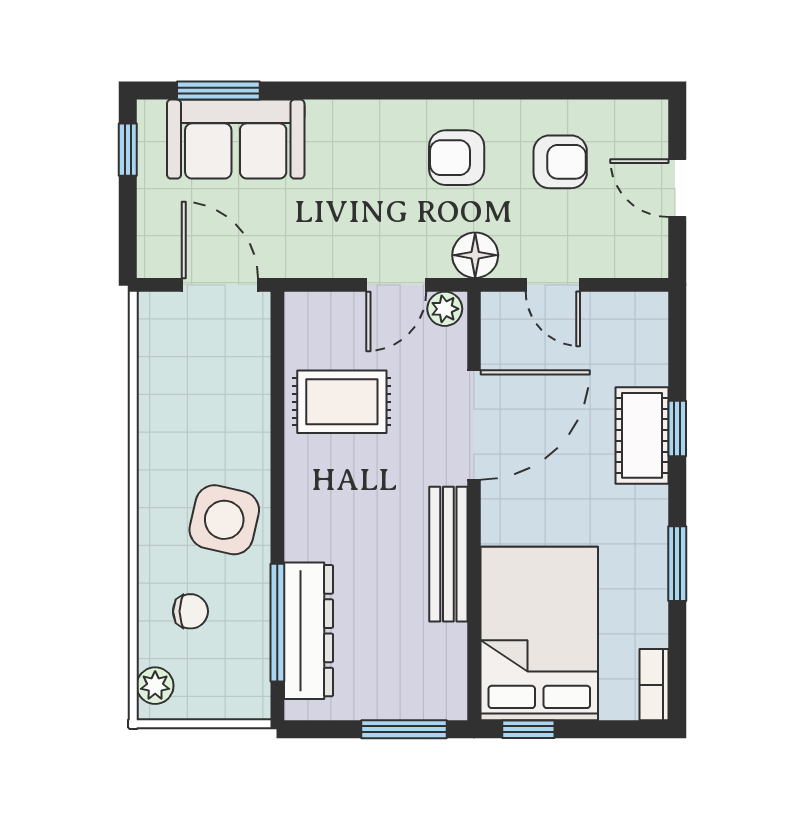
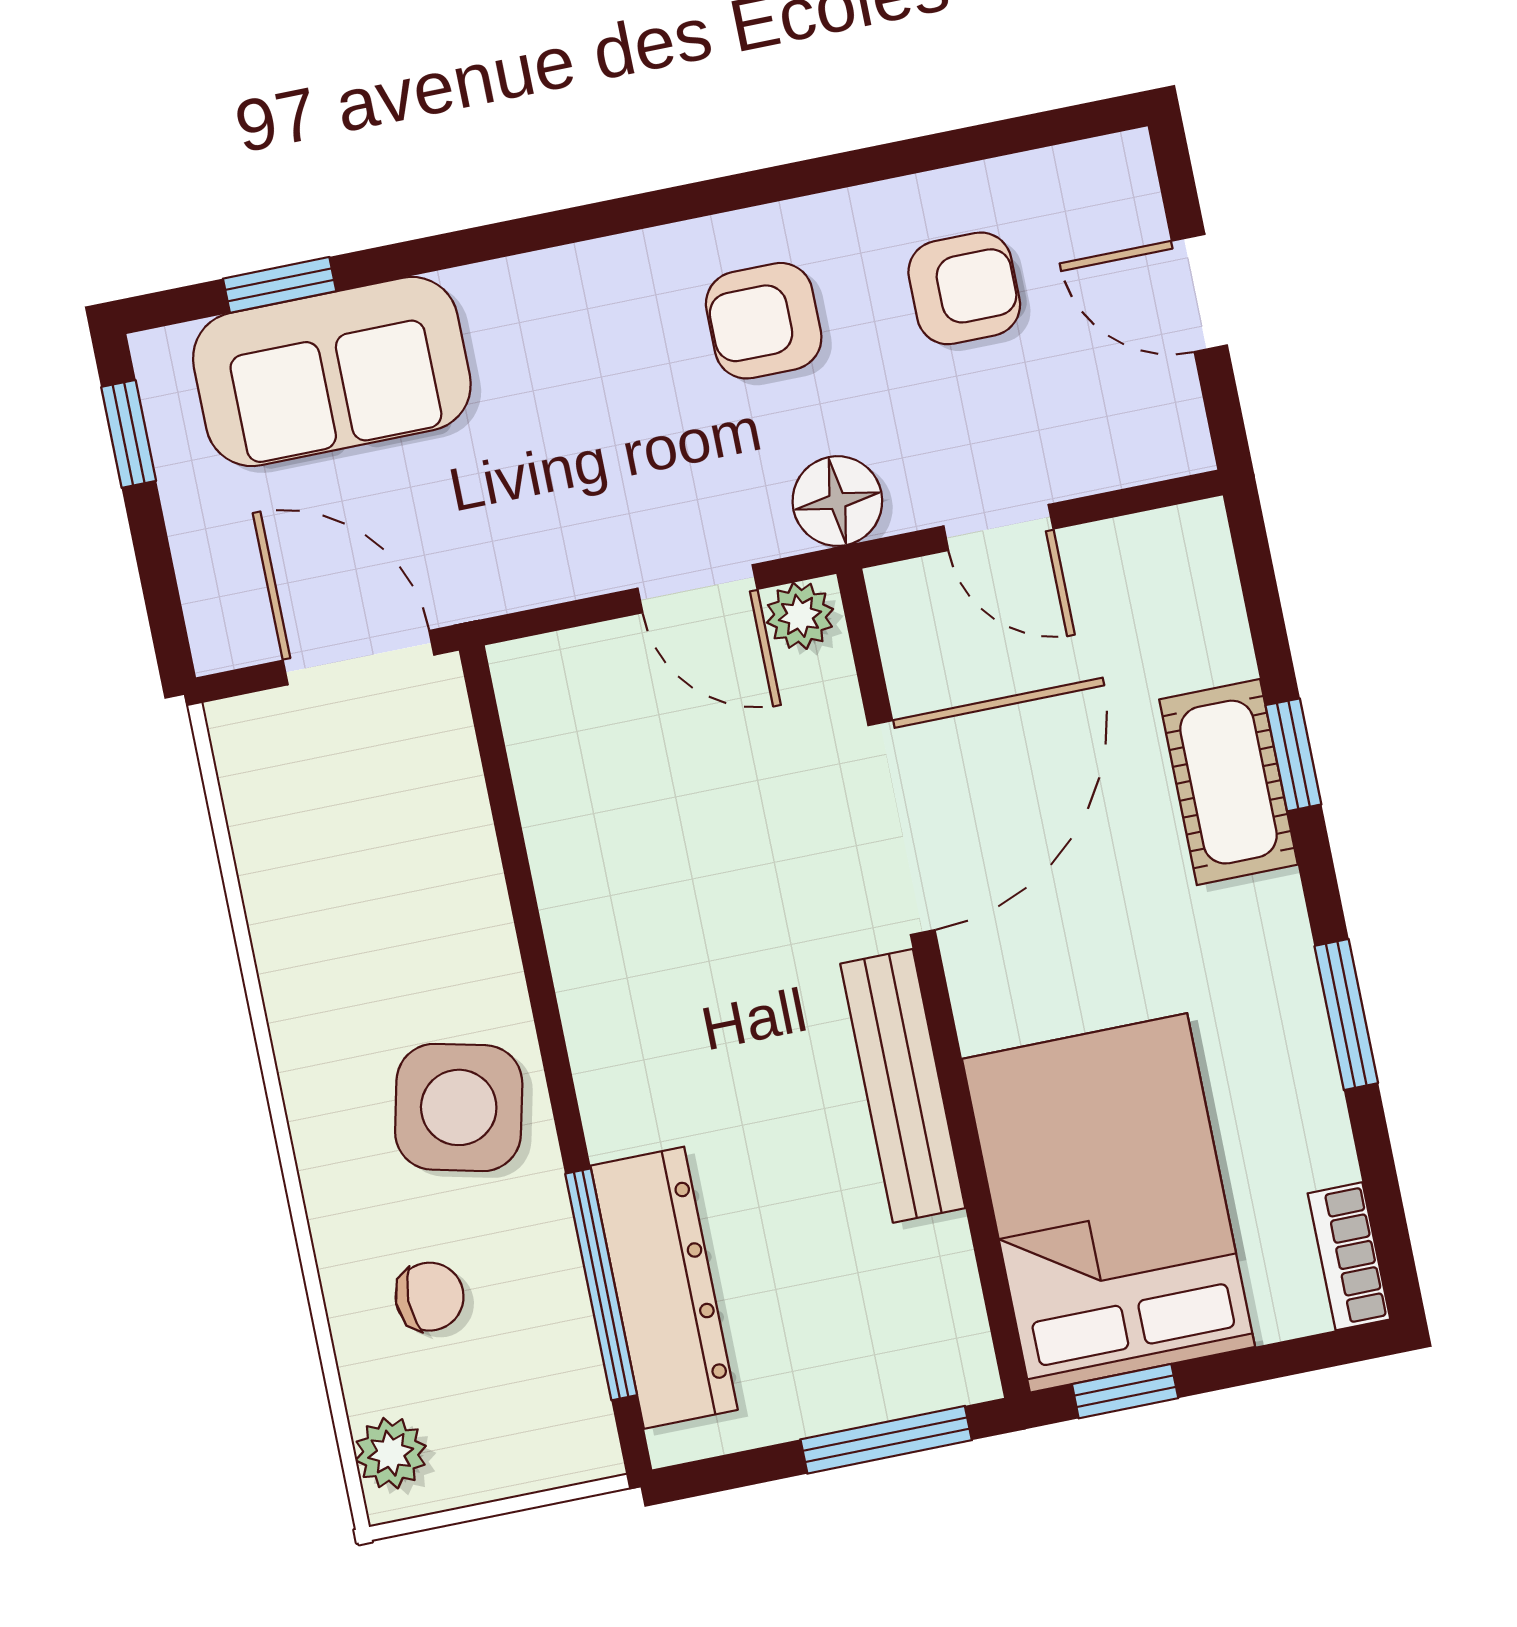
window: (218, 90) -> (280, 285), width x0.67
door: (396, 285) -> (697, 589), hinge flipped
rug: (342, 402) -> (639, 835), removed

